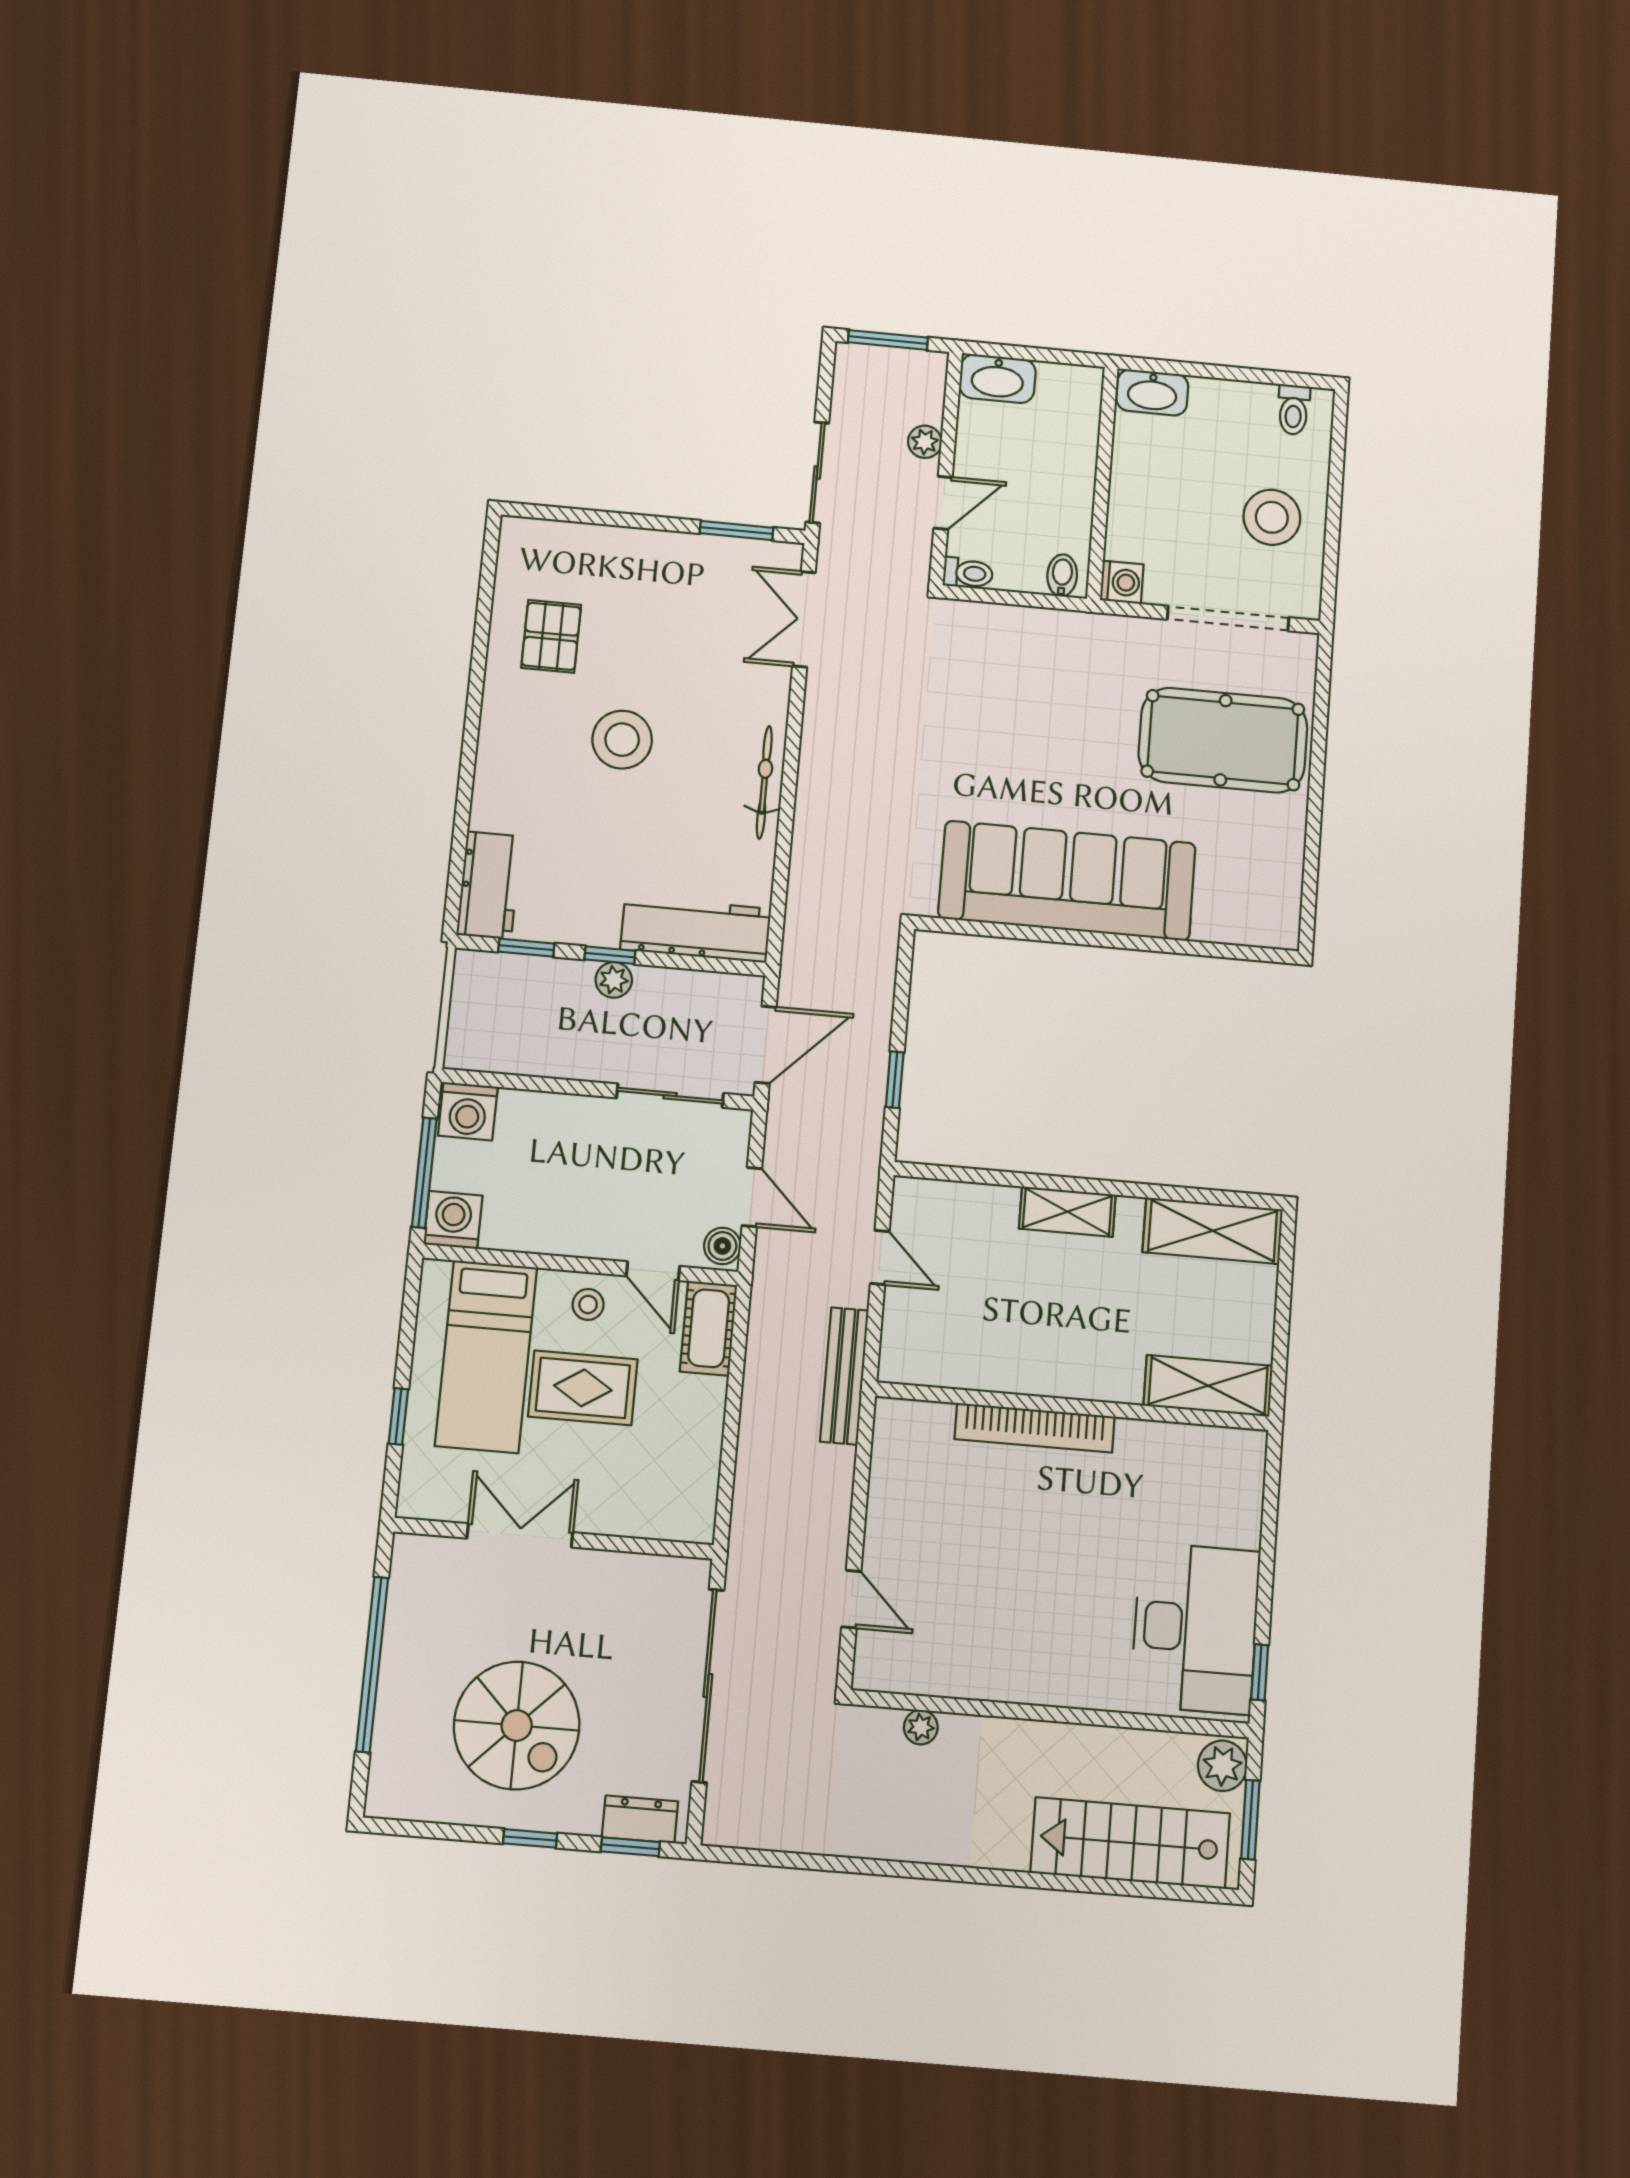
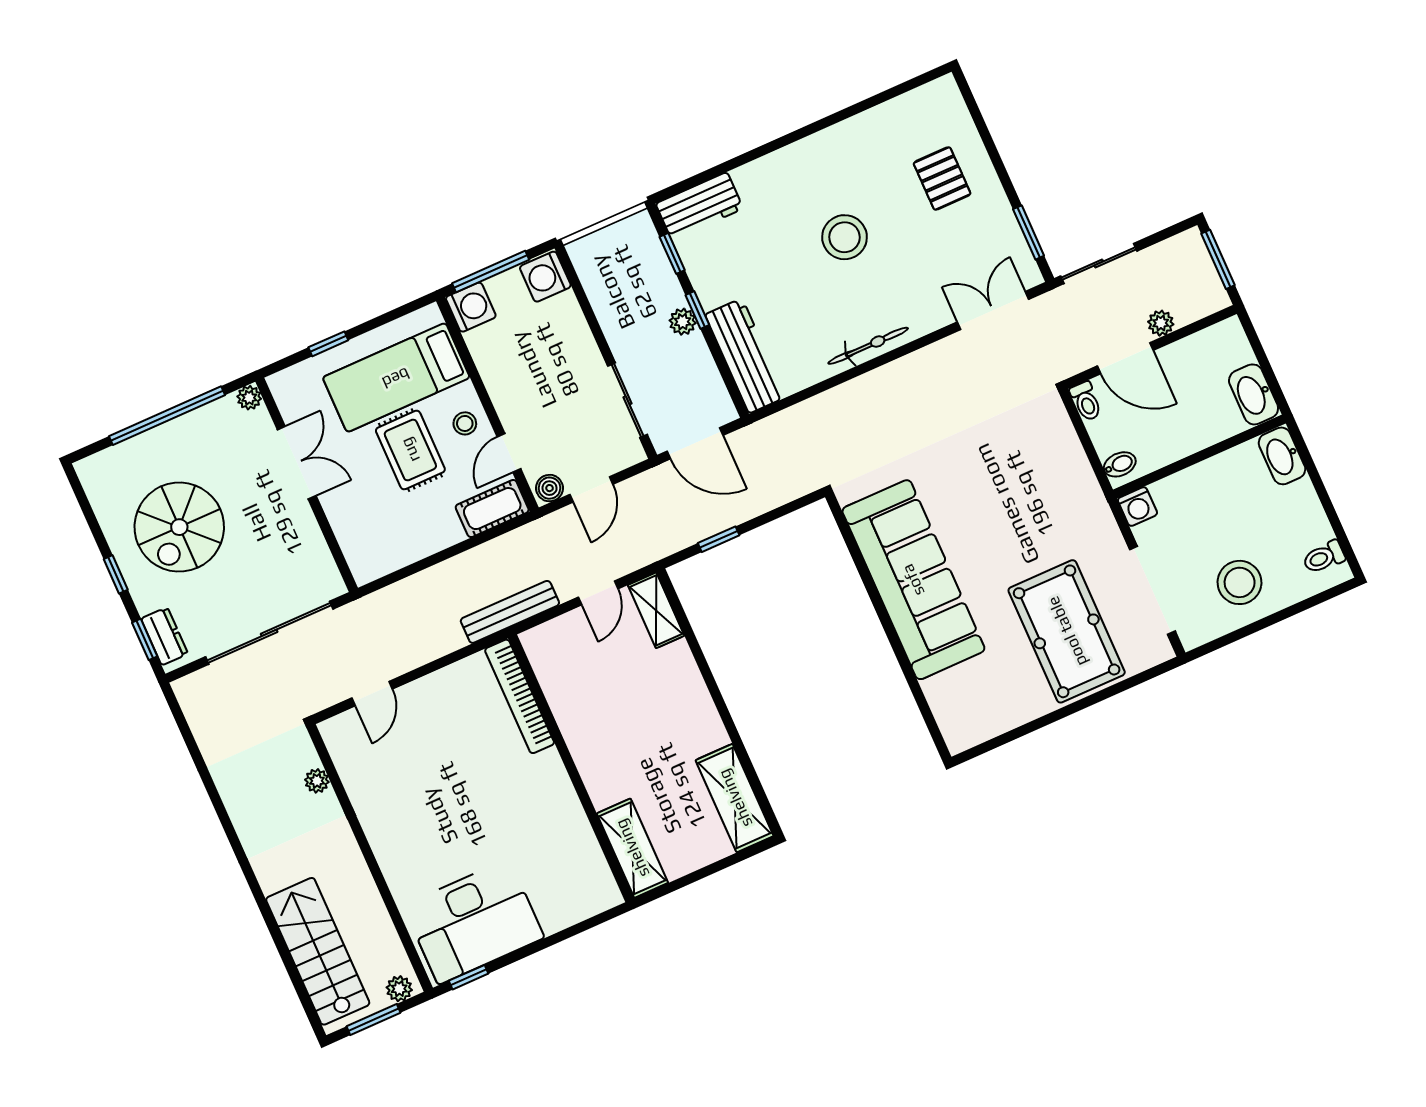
washbasin: (997, 379) -> (1254, 394), moved
door: (943, 503) -> (1125, 358), width x1.38
pallet: (551, 636) -> (942, 178), moved, turned 90
shelving: (1067, 1212) -> (656, 610), moved
bookcase: (1035, 1428) -> (520, 696), moved
plant: (408, 1550) -> (249, 398), added
plant: (1222, 1766) -> (399, 989), width x0.73, depth x0.73

